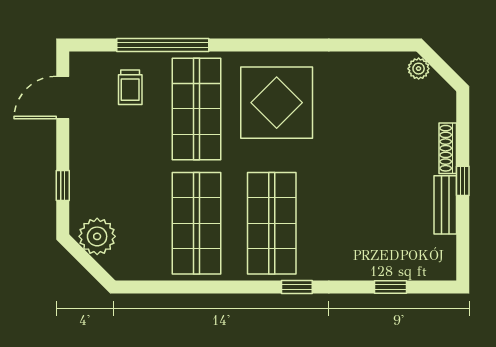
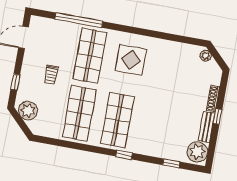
trolley: (130, 87) -> (51, 75), moved
display table: (277, 103) -> (131, 60), width x0.73, depth x0.73
plant: (436, 256) -> (197, 152), added

